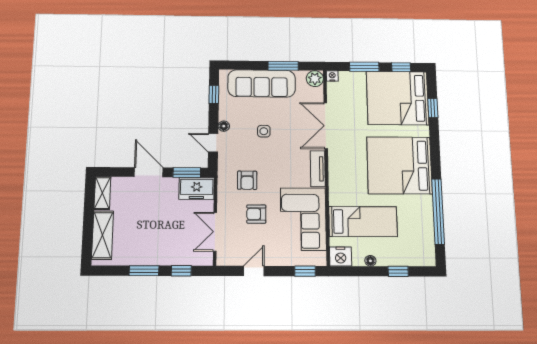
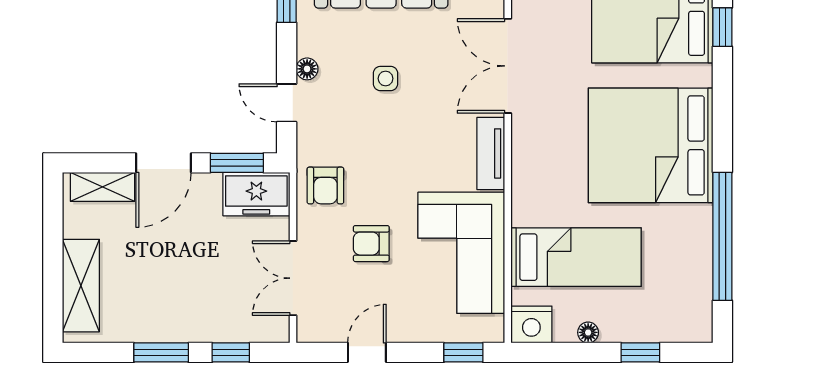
door: (149, 172) -> (163, 163), swing flipped
armchair: (247, 180) -> (325, 185), moved
shelving: (102, 193) -> (102, 187), moved, turned 90

